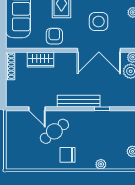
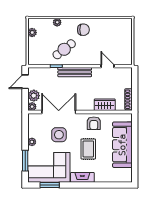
cafe table: (54, 131) -> (64, 49), moved

